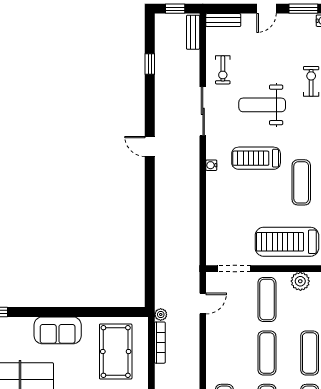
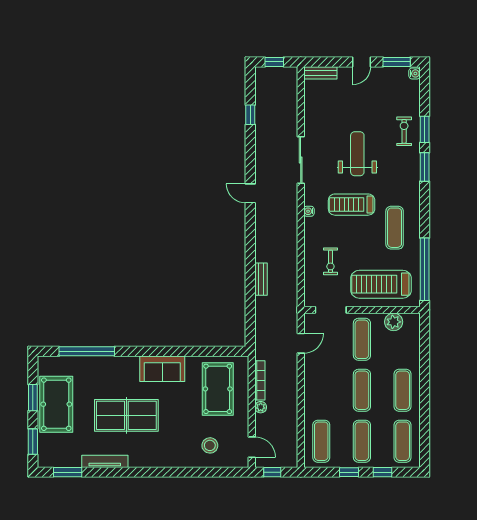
bench: (193, 32) -> (261, 279), moved
exercise bike: (223, 70) -> (330, 261), moved
weight bench: (262, 105) -> (357, 154), turned 90
plant: (161, 315) -> (261, 407), moved

